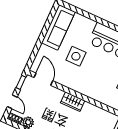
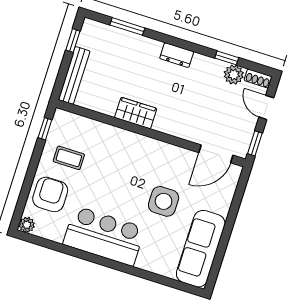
door: (43, 79) -> (216, 154), hinge flipped
wardrobe: (73, 102) -> (136, 113), moved

